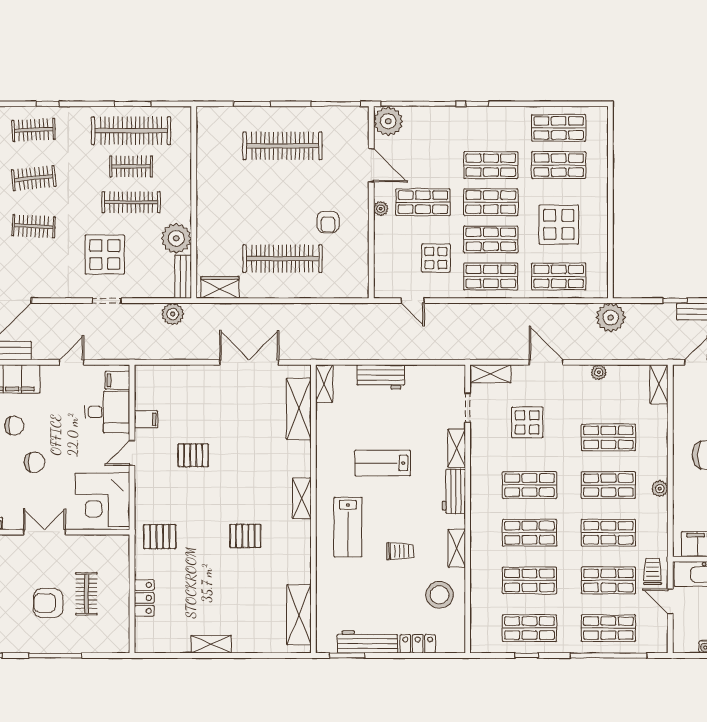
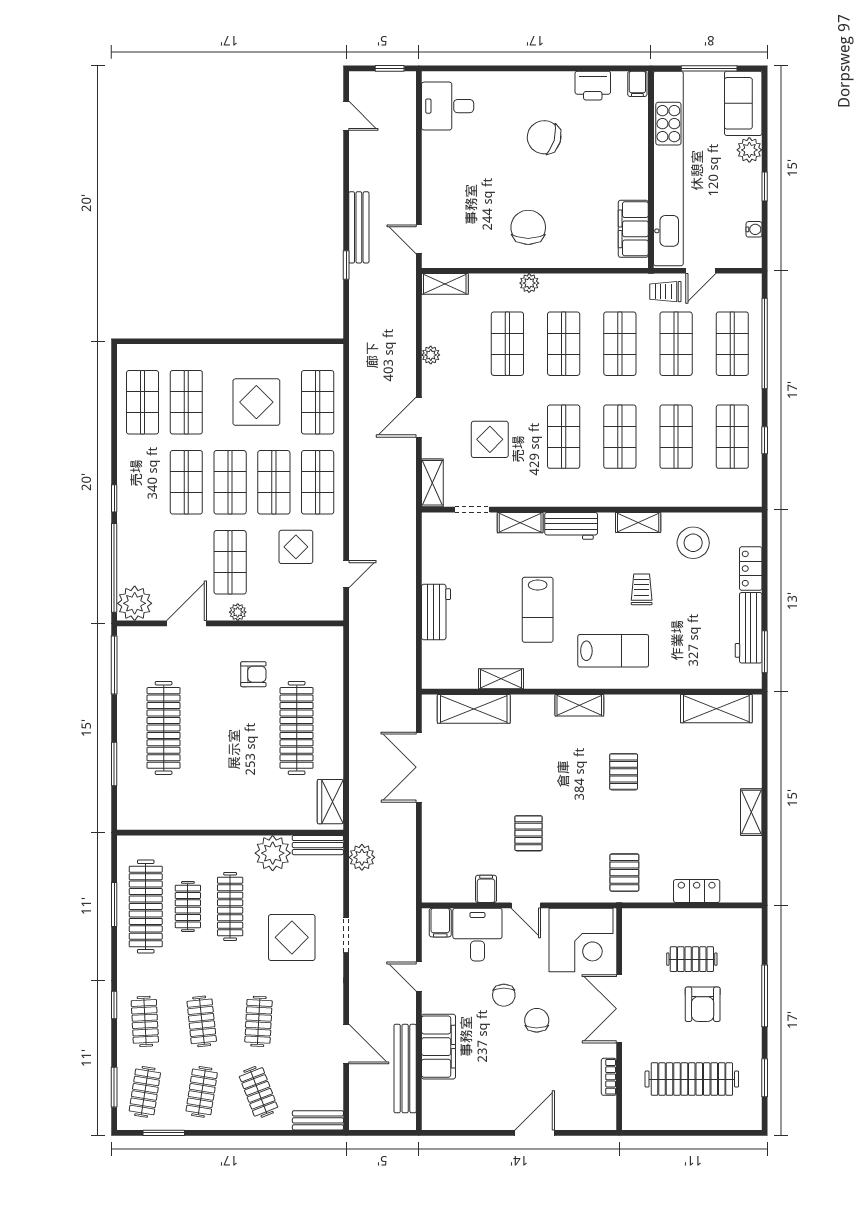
plant: (611, 317) -> (366, 341), removed
shelving: (324, 384) -> (501, 679), moved
chair: (14, 426) -> (504, 995), moved, turned 180
plant: (660, 489) -> (529, 283), moved
double door: (44, 532) -> (619, 1009), width x1.37

